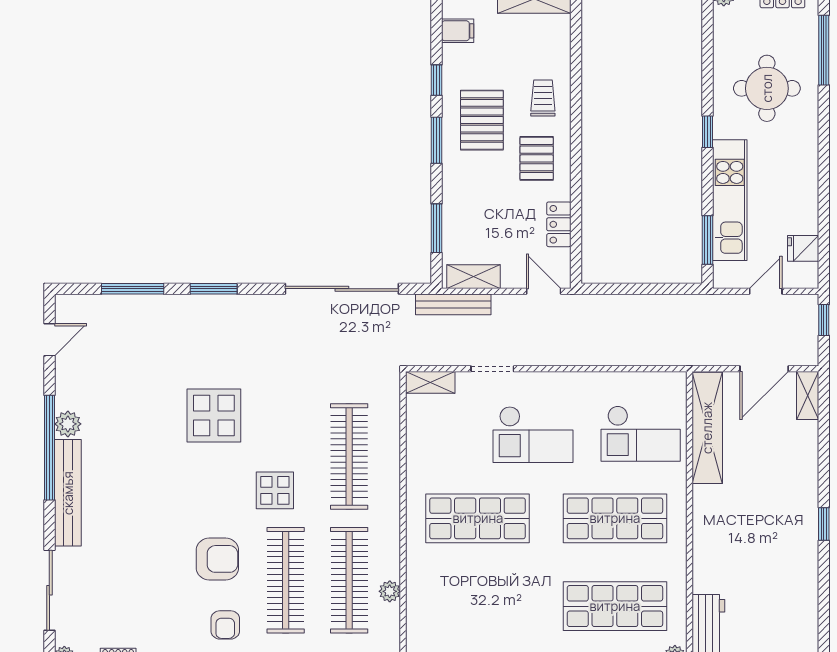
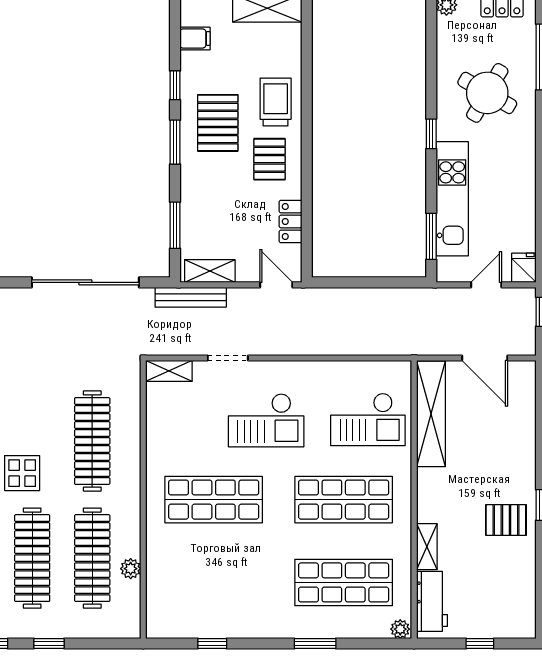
round table: (767, 88) -> (487, 93), turned 30
trolley: (543, 98) -> (276, 102), width x1.36, depth x1.39
fridge: (803, 248) -> (524, 268), moved, turned 90
door: (764, 369) -> (485, 358), hinge flipped
shelving: (808, 395) -> (427, 547), moved
pallet: (787, 540) -> (506, 520), added

